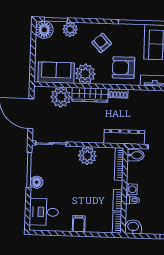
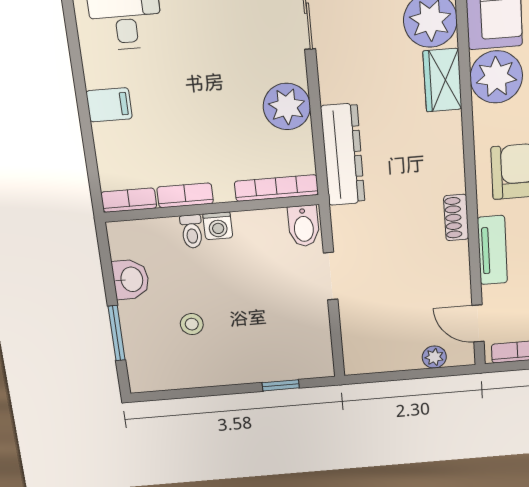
shoe rack: (118, 93) -> (456, 217), moved
wardrobe: (90, 95) -> (442, 80), width x0.67
dresser: (124, 137) -> (343, 155), moved
washbasin: (133, 227) -> (131, 279), moved

